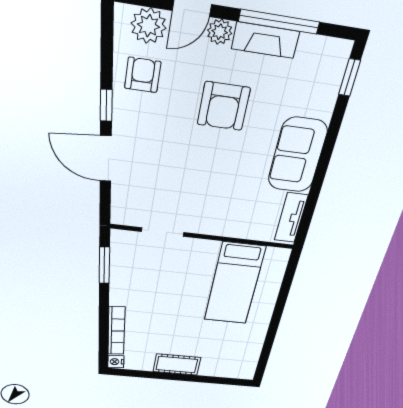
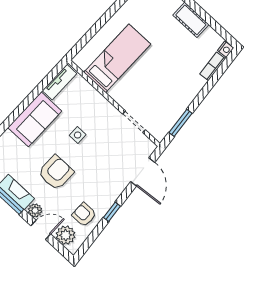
armchair: (143, 75) -> (84, 215), turned 90
door: (106, 159) -> (143, 172), moved
side table: (225, 172) -> (78, 135), added
bookcase: (116, 331) -> (213, 66), width x0.64

